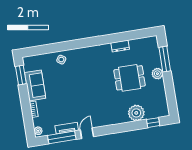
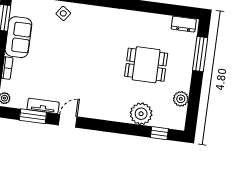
dresser: (120, 46) -> (184, 24), moved
plant: (157, 74) -> (181, 99), moved
window: (62, 137) -> (33, 116), width x0.69

